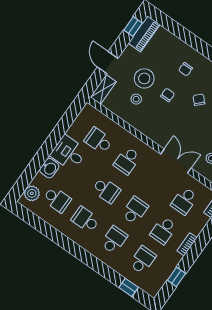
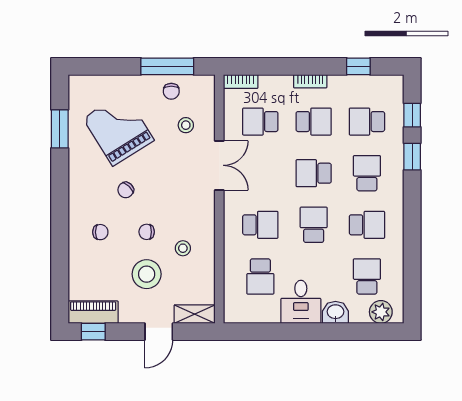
stool: (136, 99) -> (183, 248), moved
double door: (176, 161) -> (219, 165), swing flipped
school desk: (184, 201) -> (260, 122), turned 180
school desk: (85, 220) -> (367, 225), turned -90
school desk: (114, 240) -> (367, 173), turned 90
window: (106, 271) -> (412, 157), added

